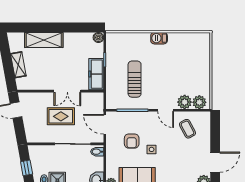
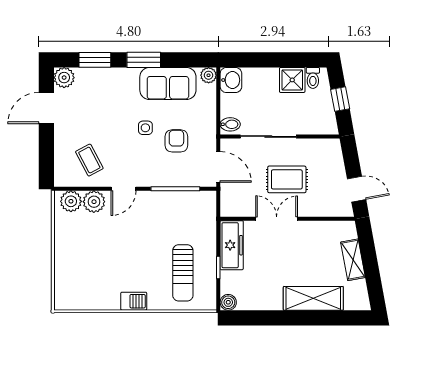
sun lounger: (135, 79) -> (183, 273), moved
door: (166, 110) -> (123, 189), swing flipped

